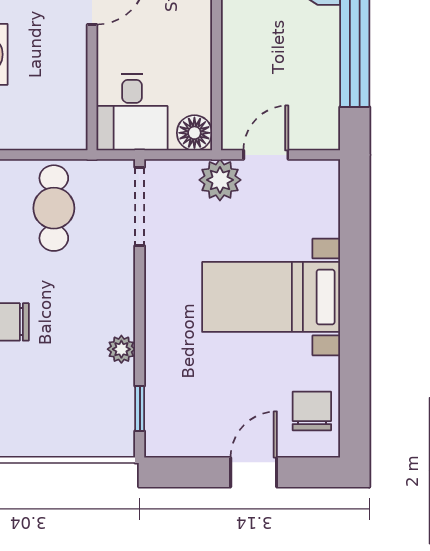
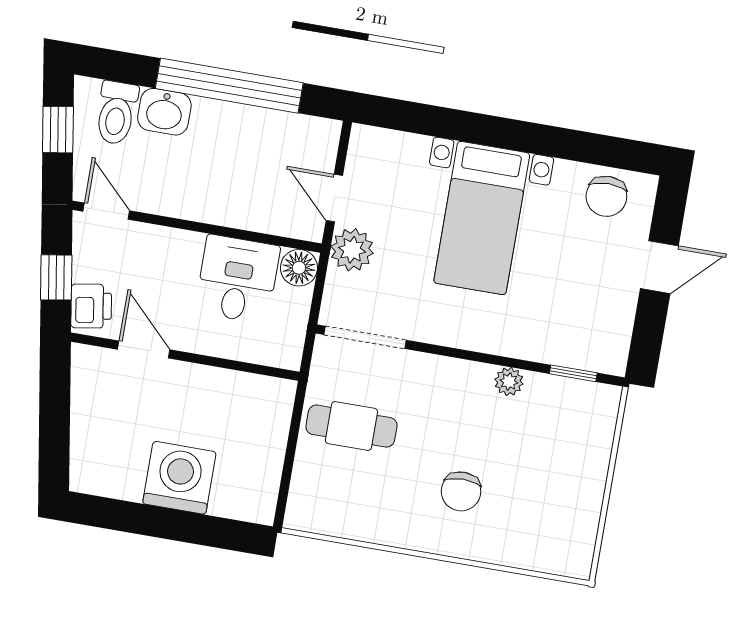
desk: (132, 112) -> (237, 279), moved, turned -90
chair: (312, 411) -> (606, 196), turned -90
door: (254, 472) -> (659, 267), swing flipped

